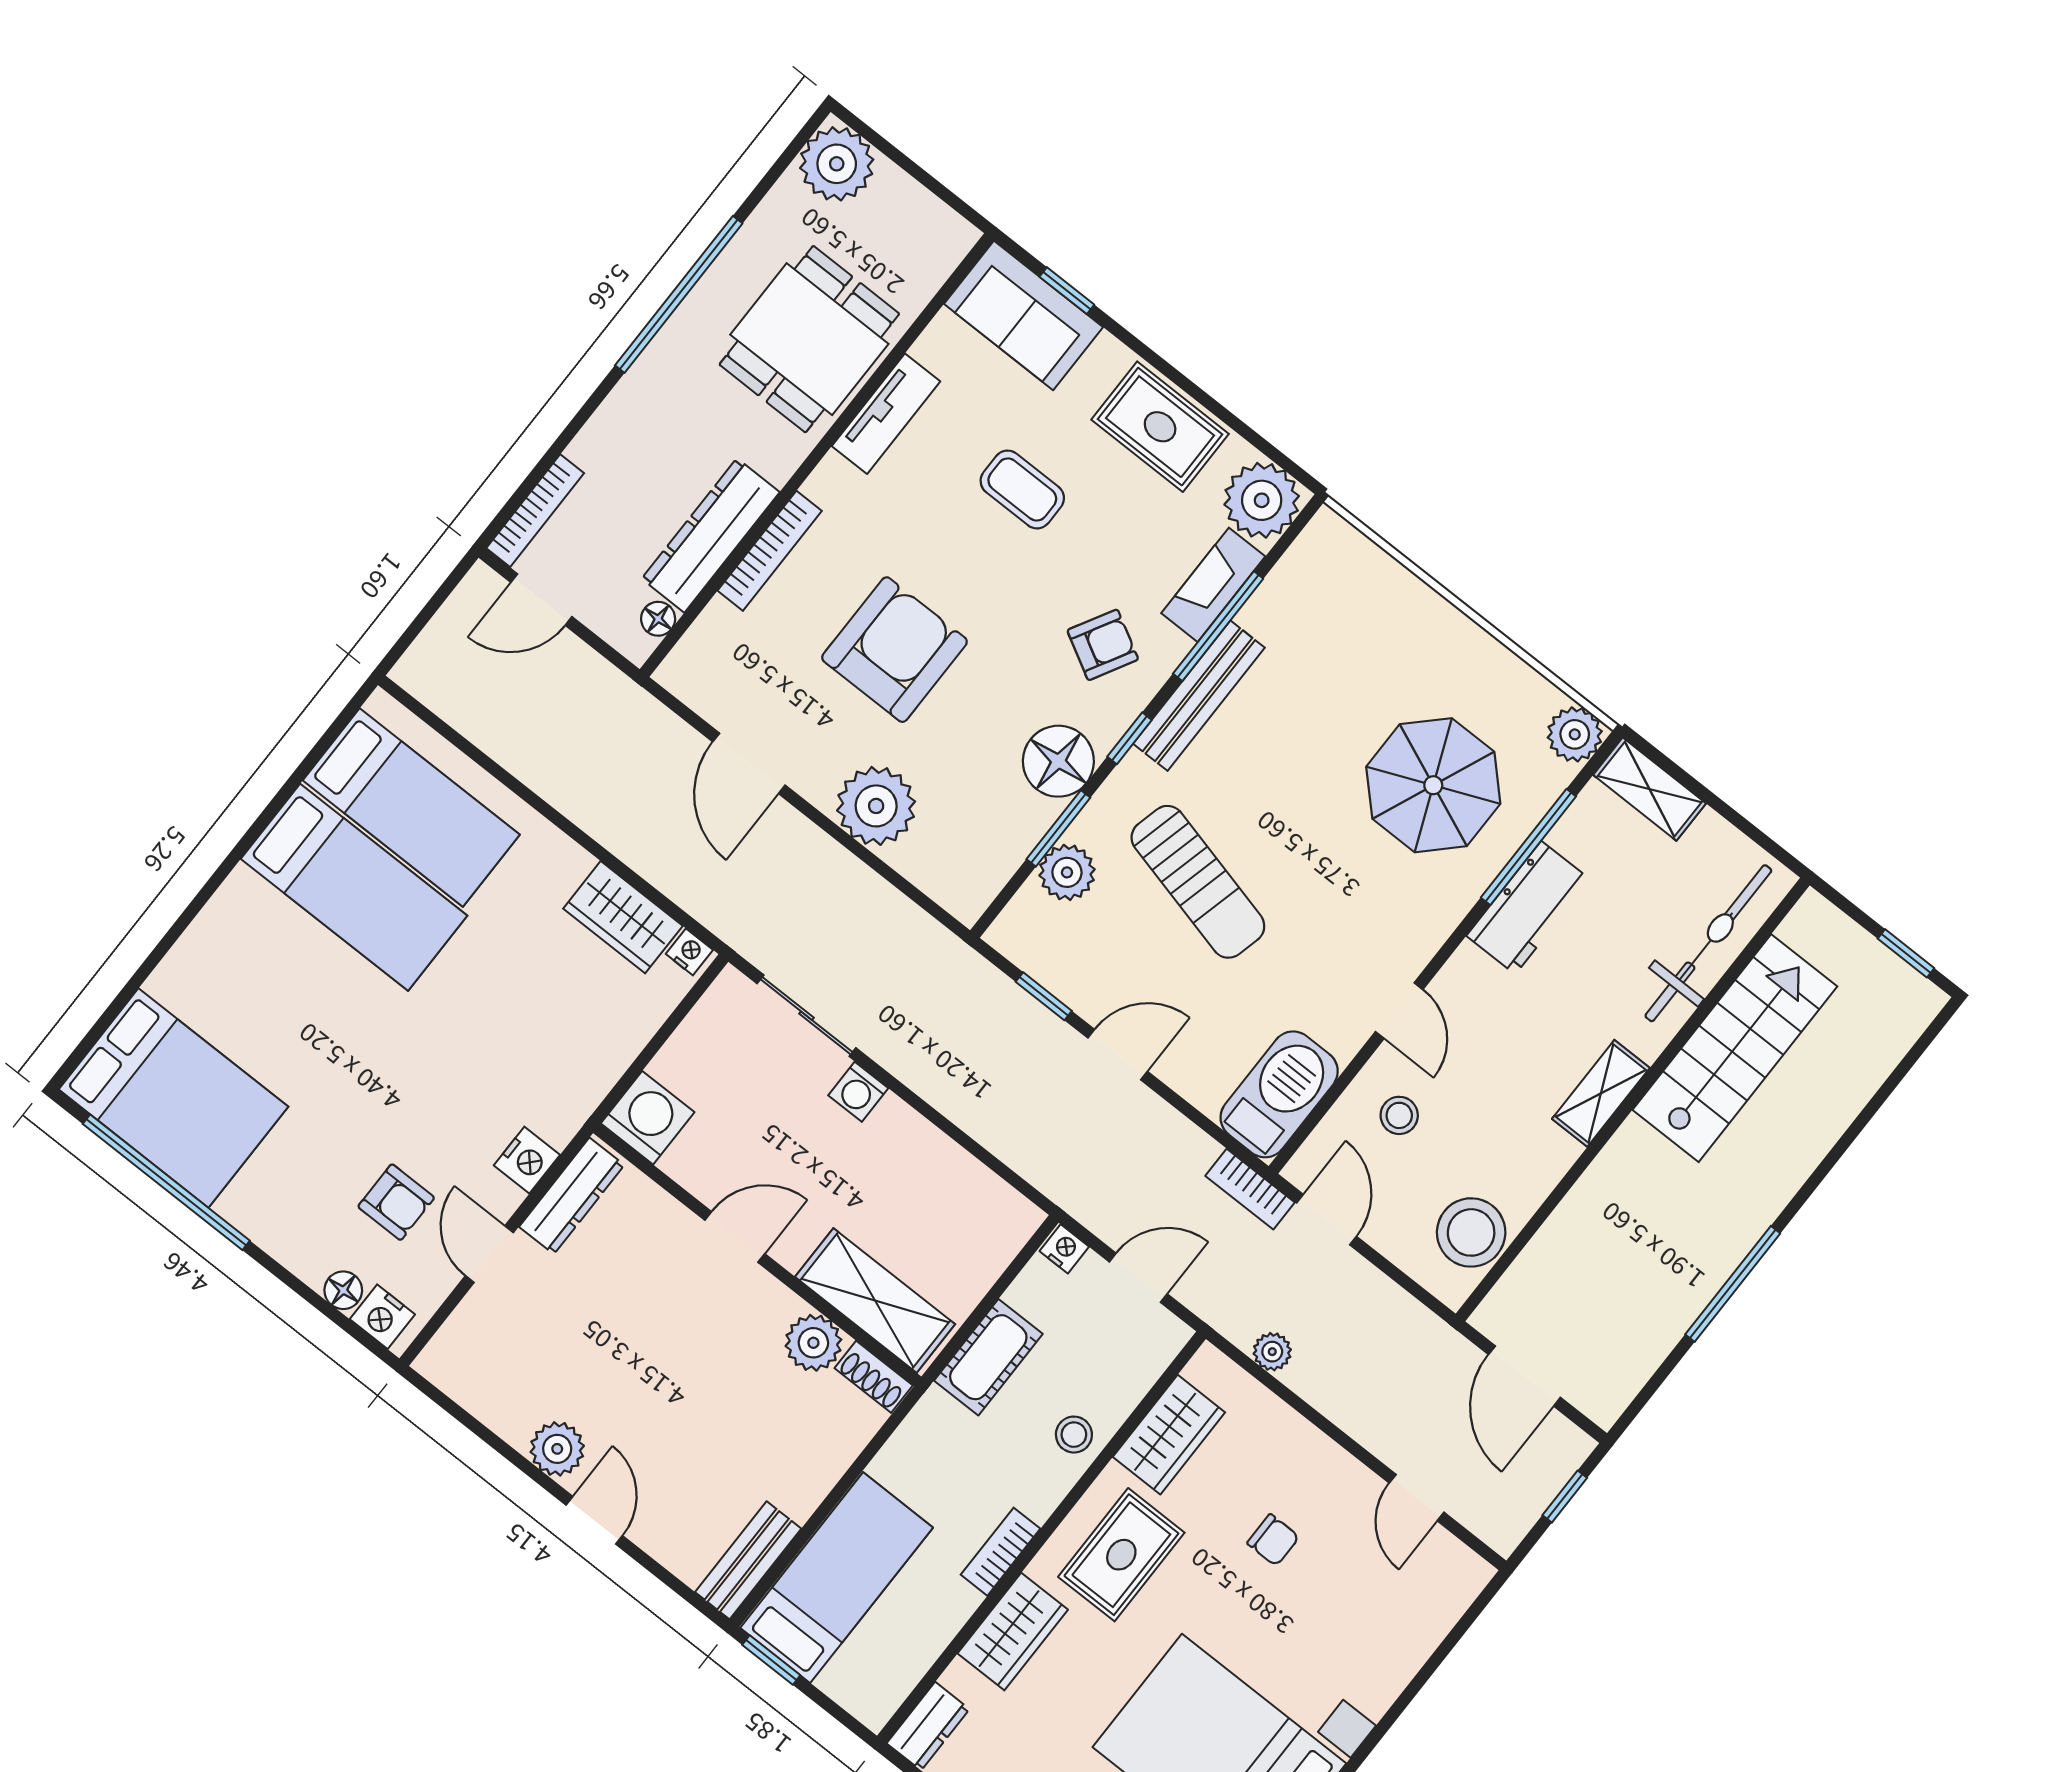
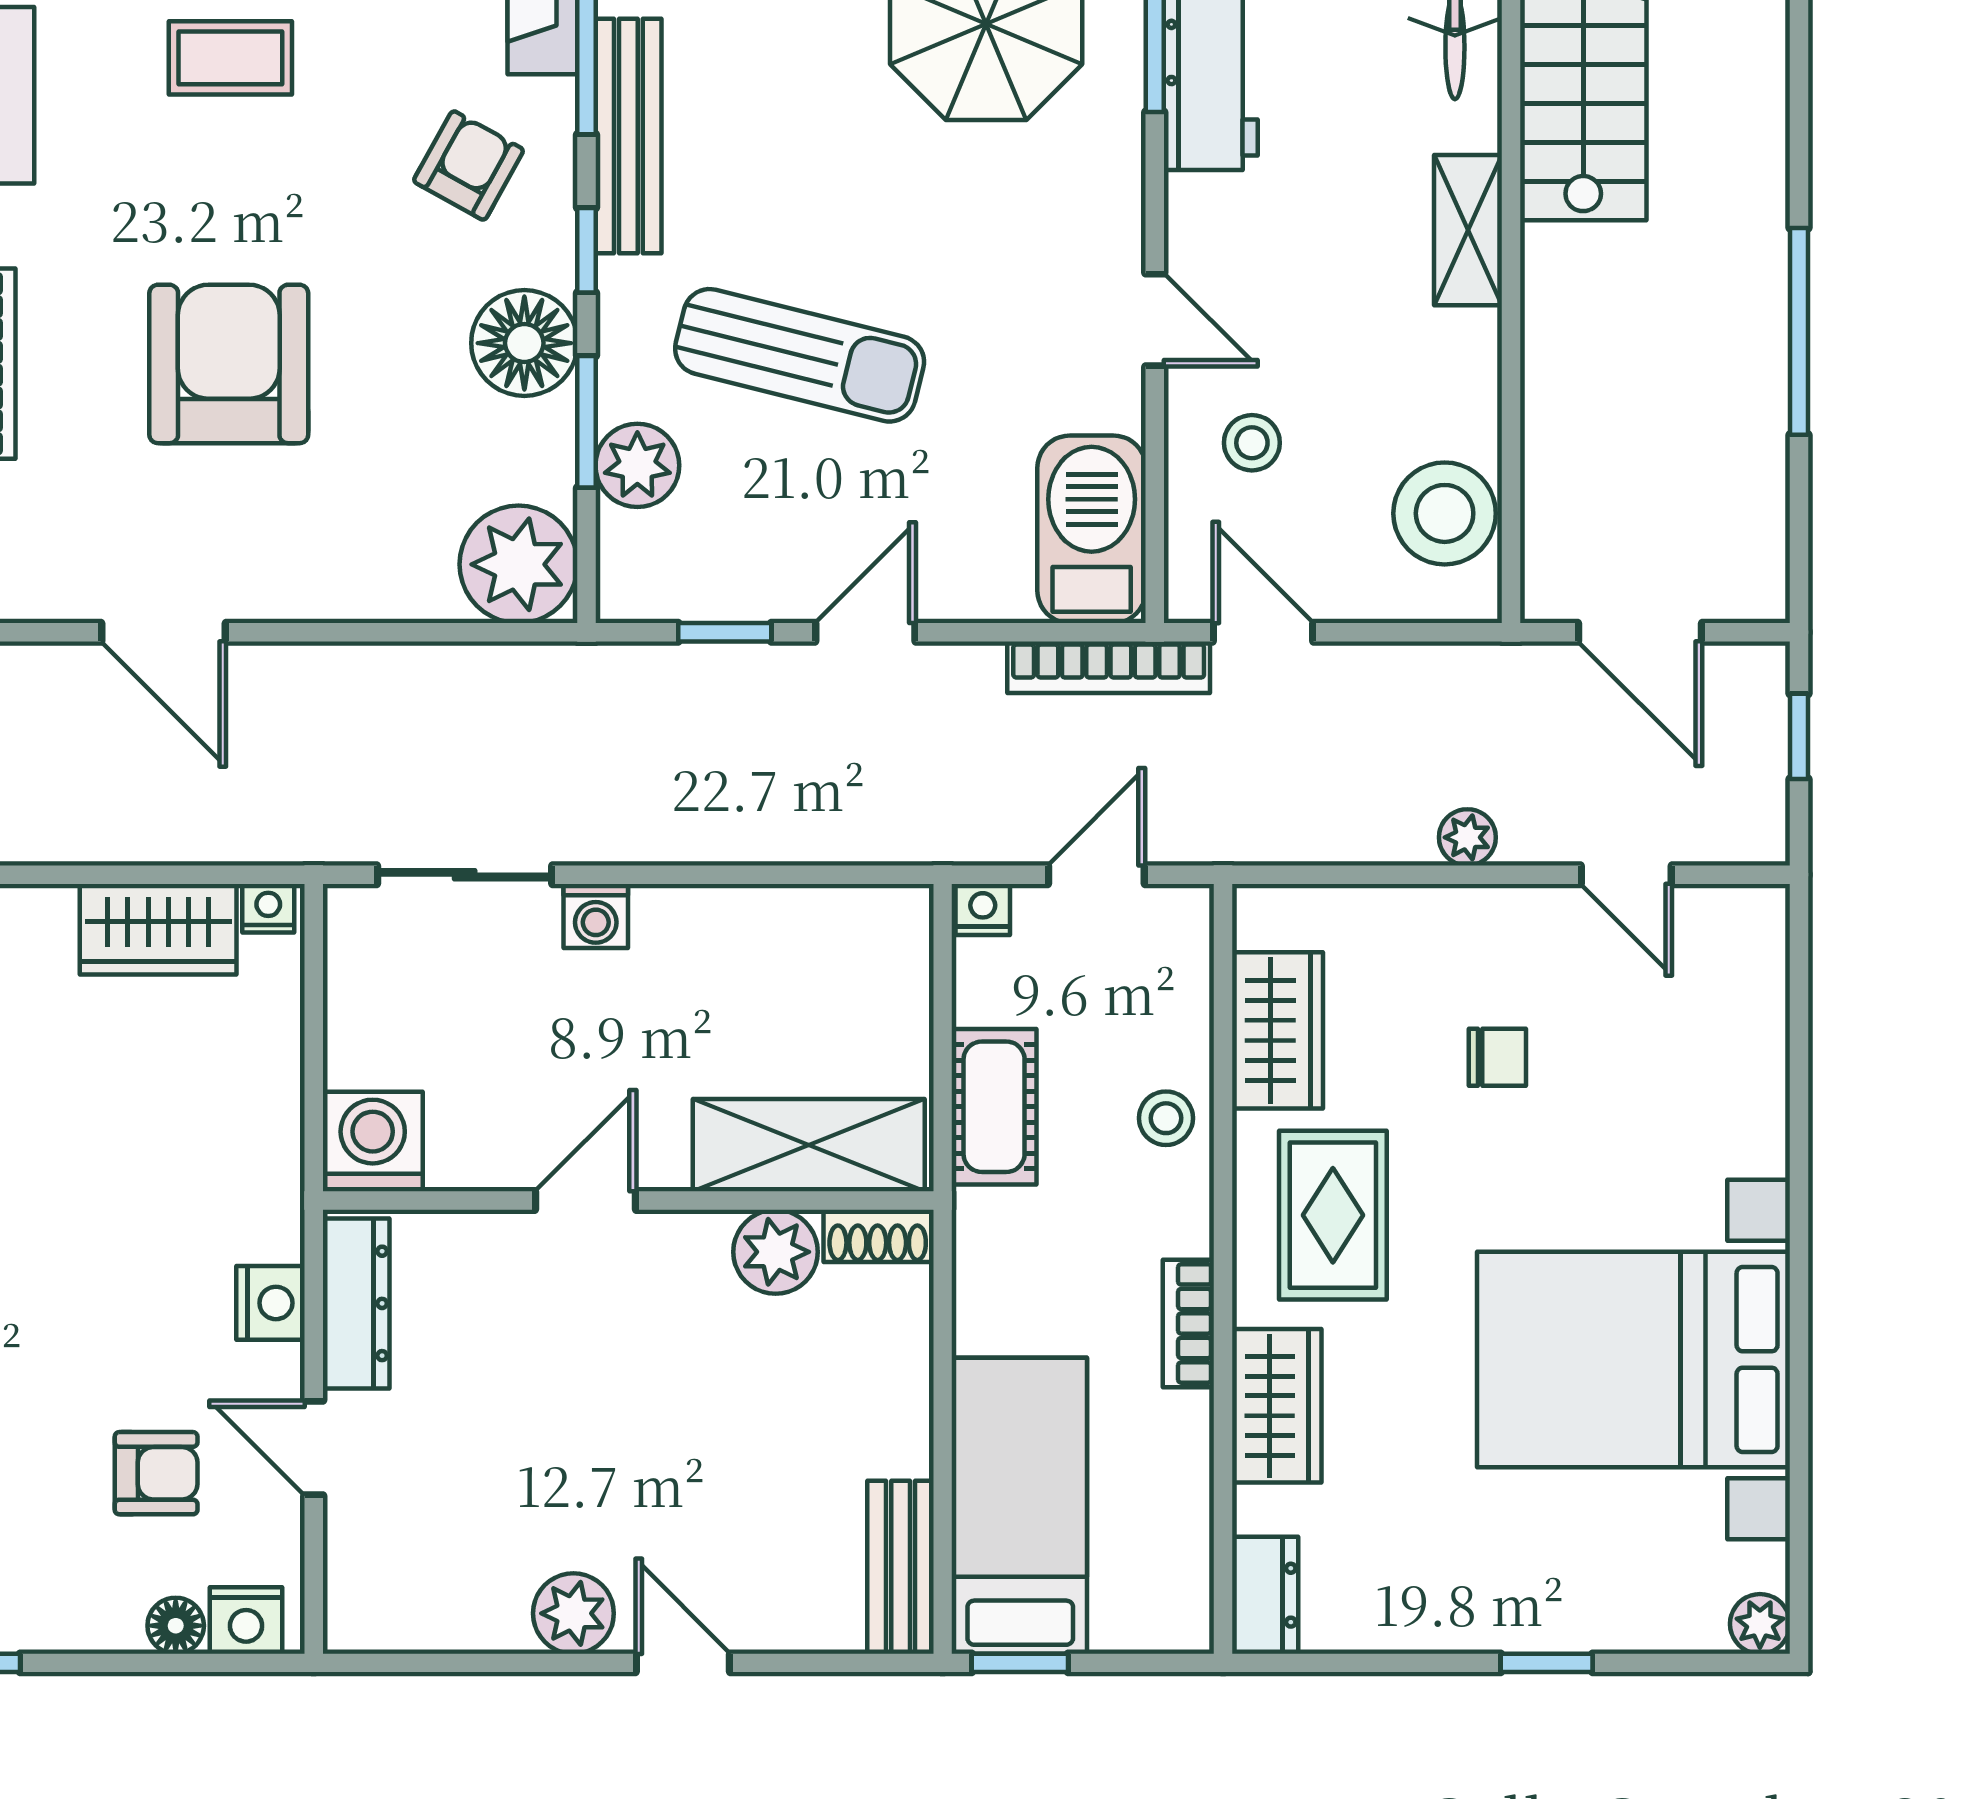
plant: (876, 806) -> (519, 564), moved
bookcase: (1250, 1189) -> (1109, 667), width x1.56
plant: (1272, 1352) -> (1467, 837), moved

